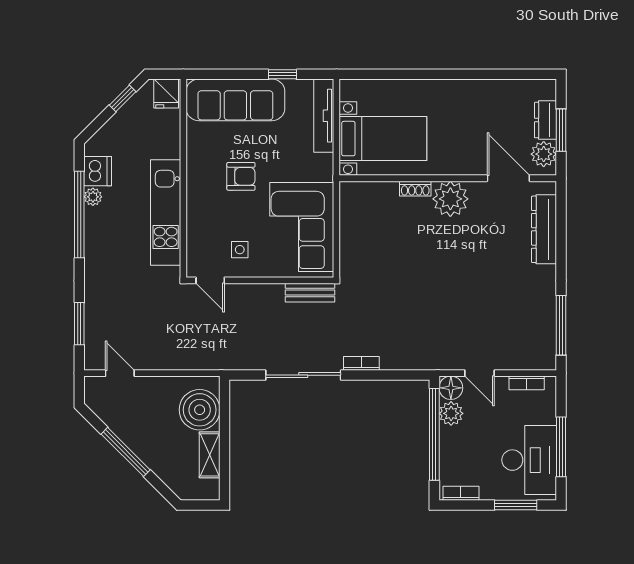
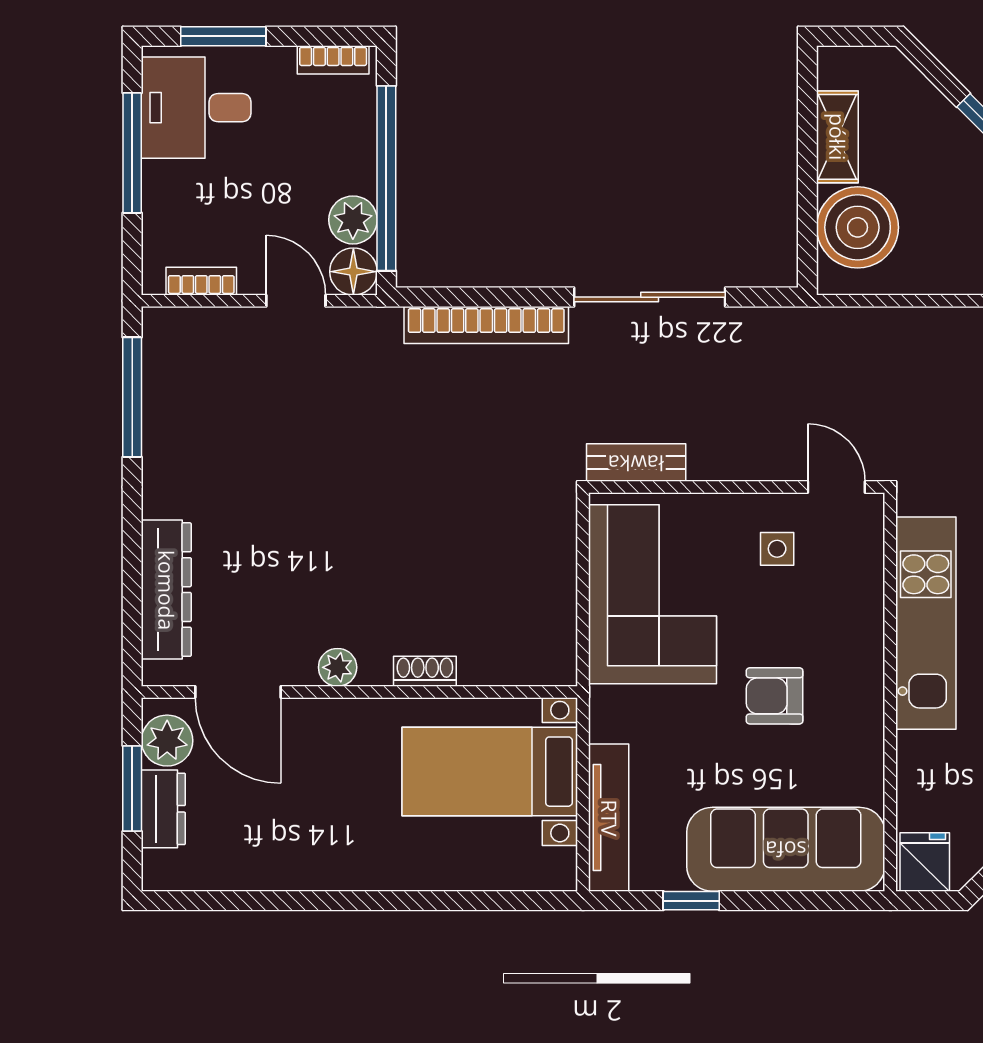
plant: (450, 199) -> (338, 667), width x0.53, depth x0.53
bookcase: (361, 363) -> (486, 325), width x2.31, depth x1.31
desk: (529, 460) -> (196, 108), width x0.73

